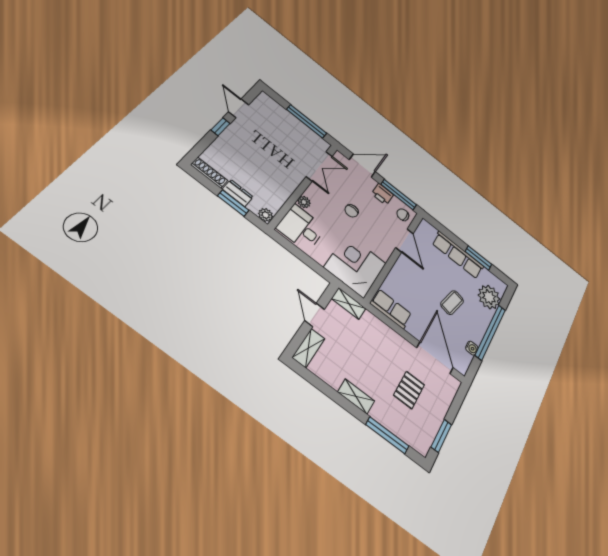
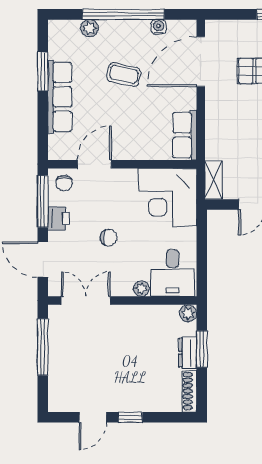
plant: (489, 297) -> (89, 28), width x0.53, depth x0.53

